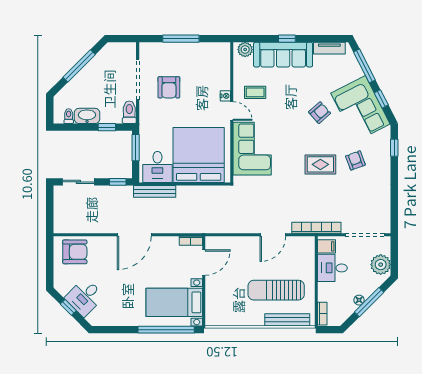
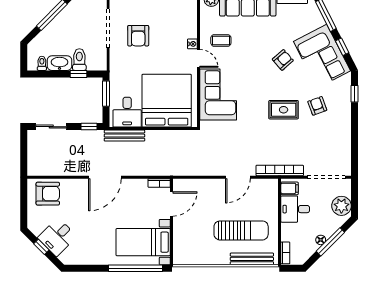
toilet: (129, 112) -> (79, 60), moved
sun lounger: (276, 290) -> (241, 230), turned 180

